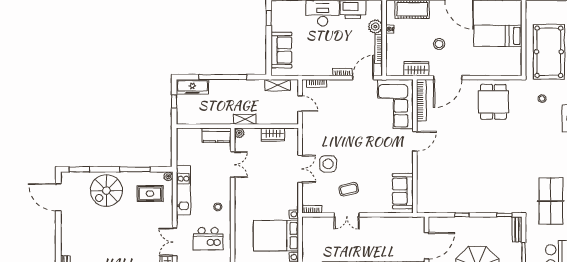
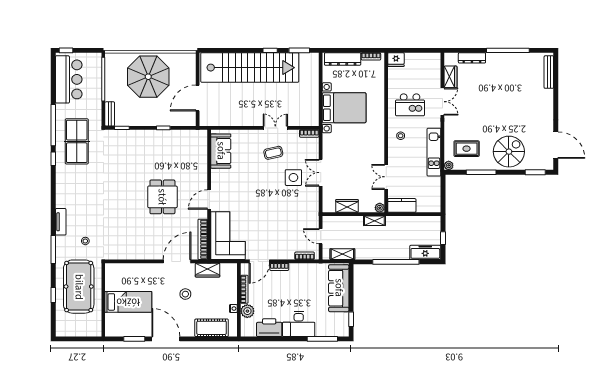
sofa: (281, 50) -> (339, 288), width x1.36
dining table: (493, 102) -> (162, 197), moved
kitchen island: (208, 239) -> (410, 105), turned 180

